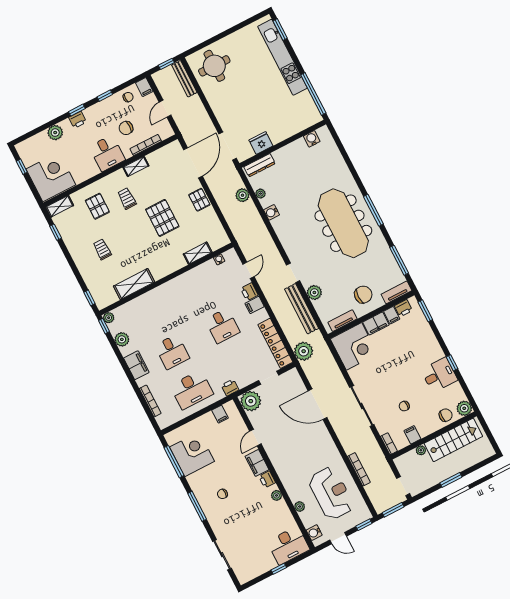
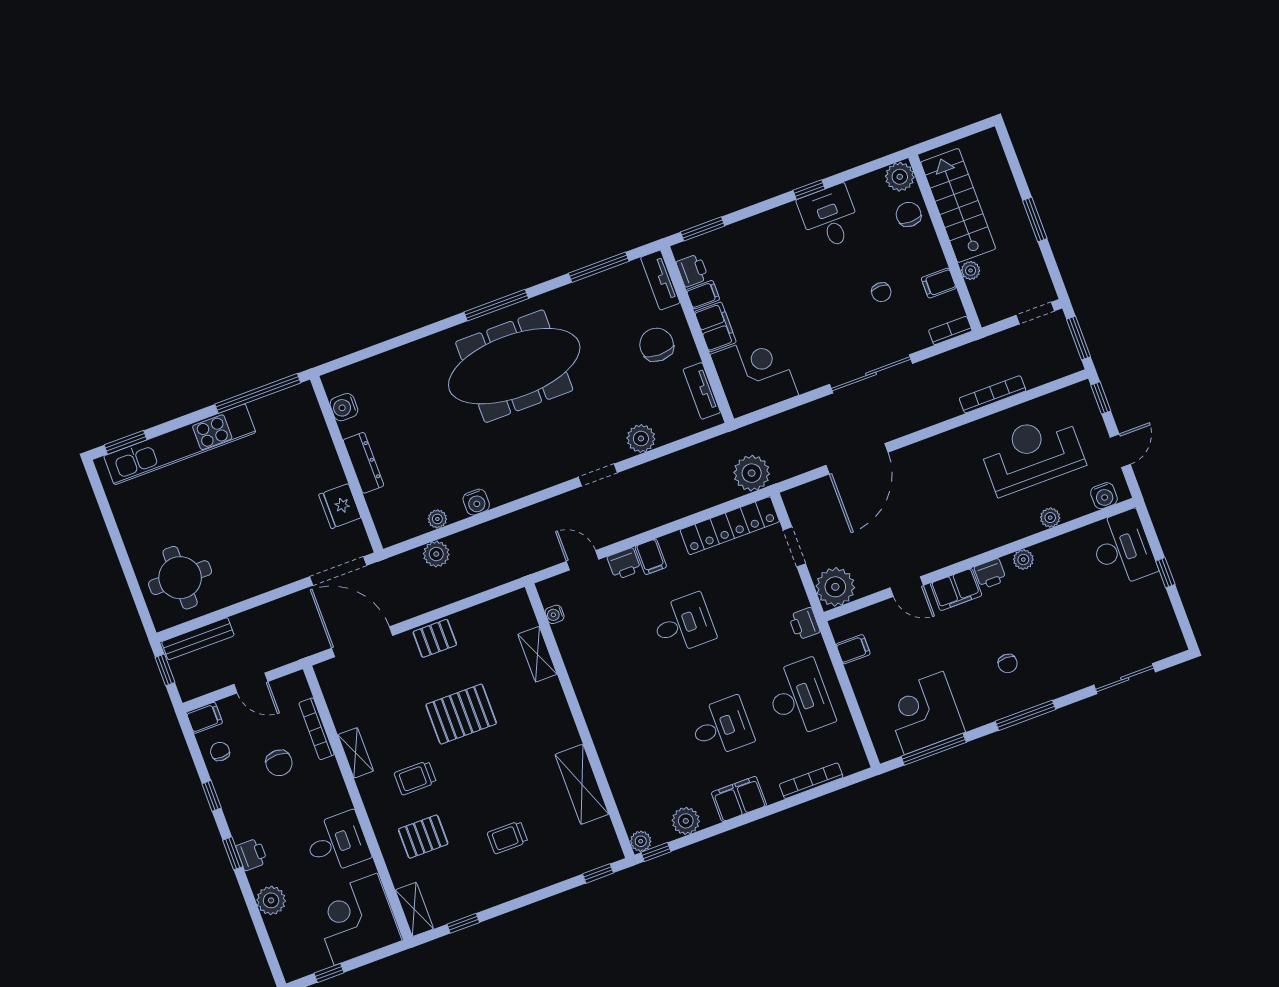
desk: (107, 153) -> (337, 843), moved
dresser: (260, 165) -> (363, 463), moved
bench: (302, 309) -> (669, 467), removed

